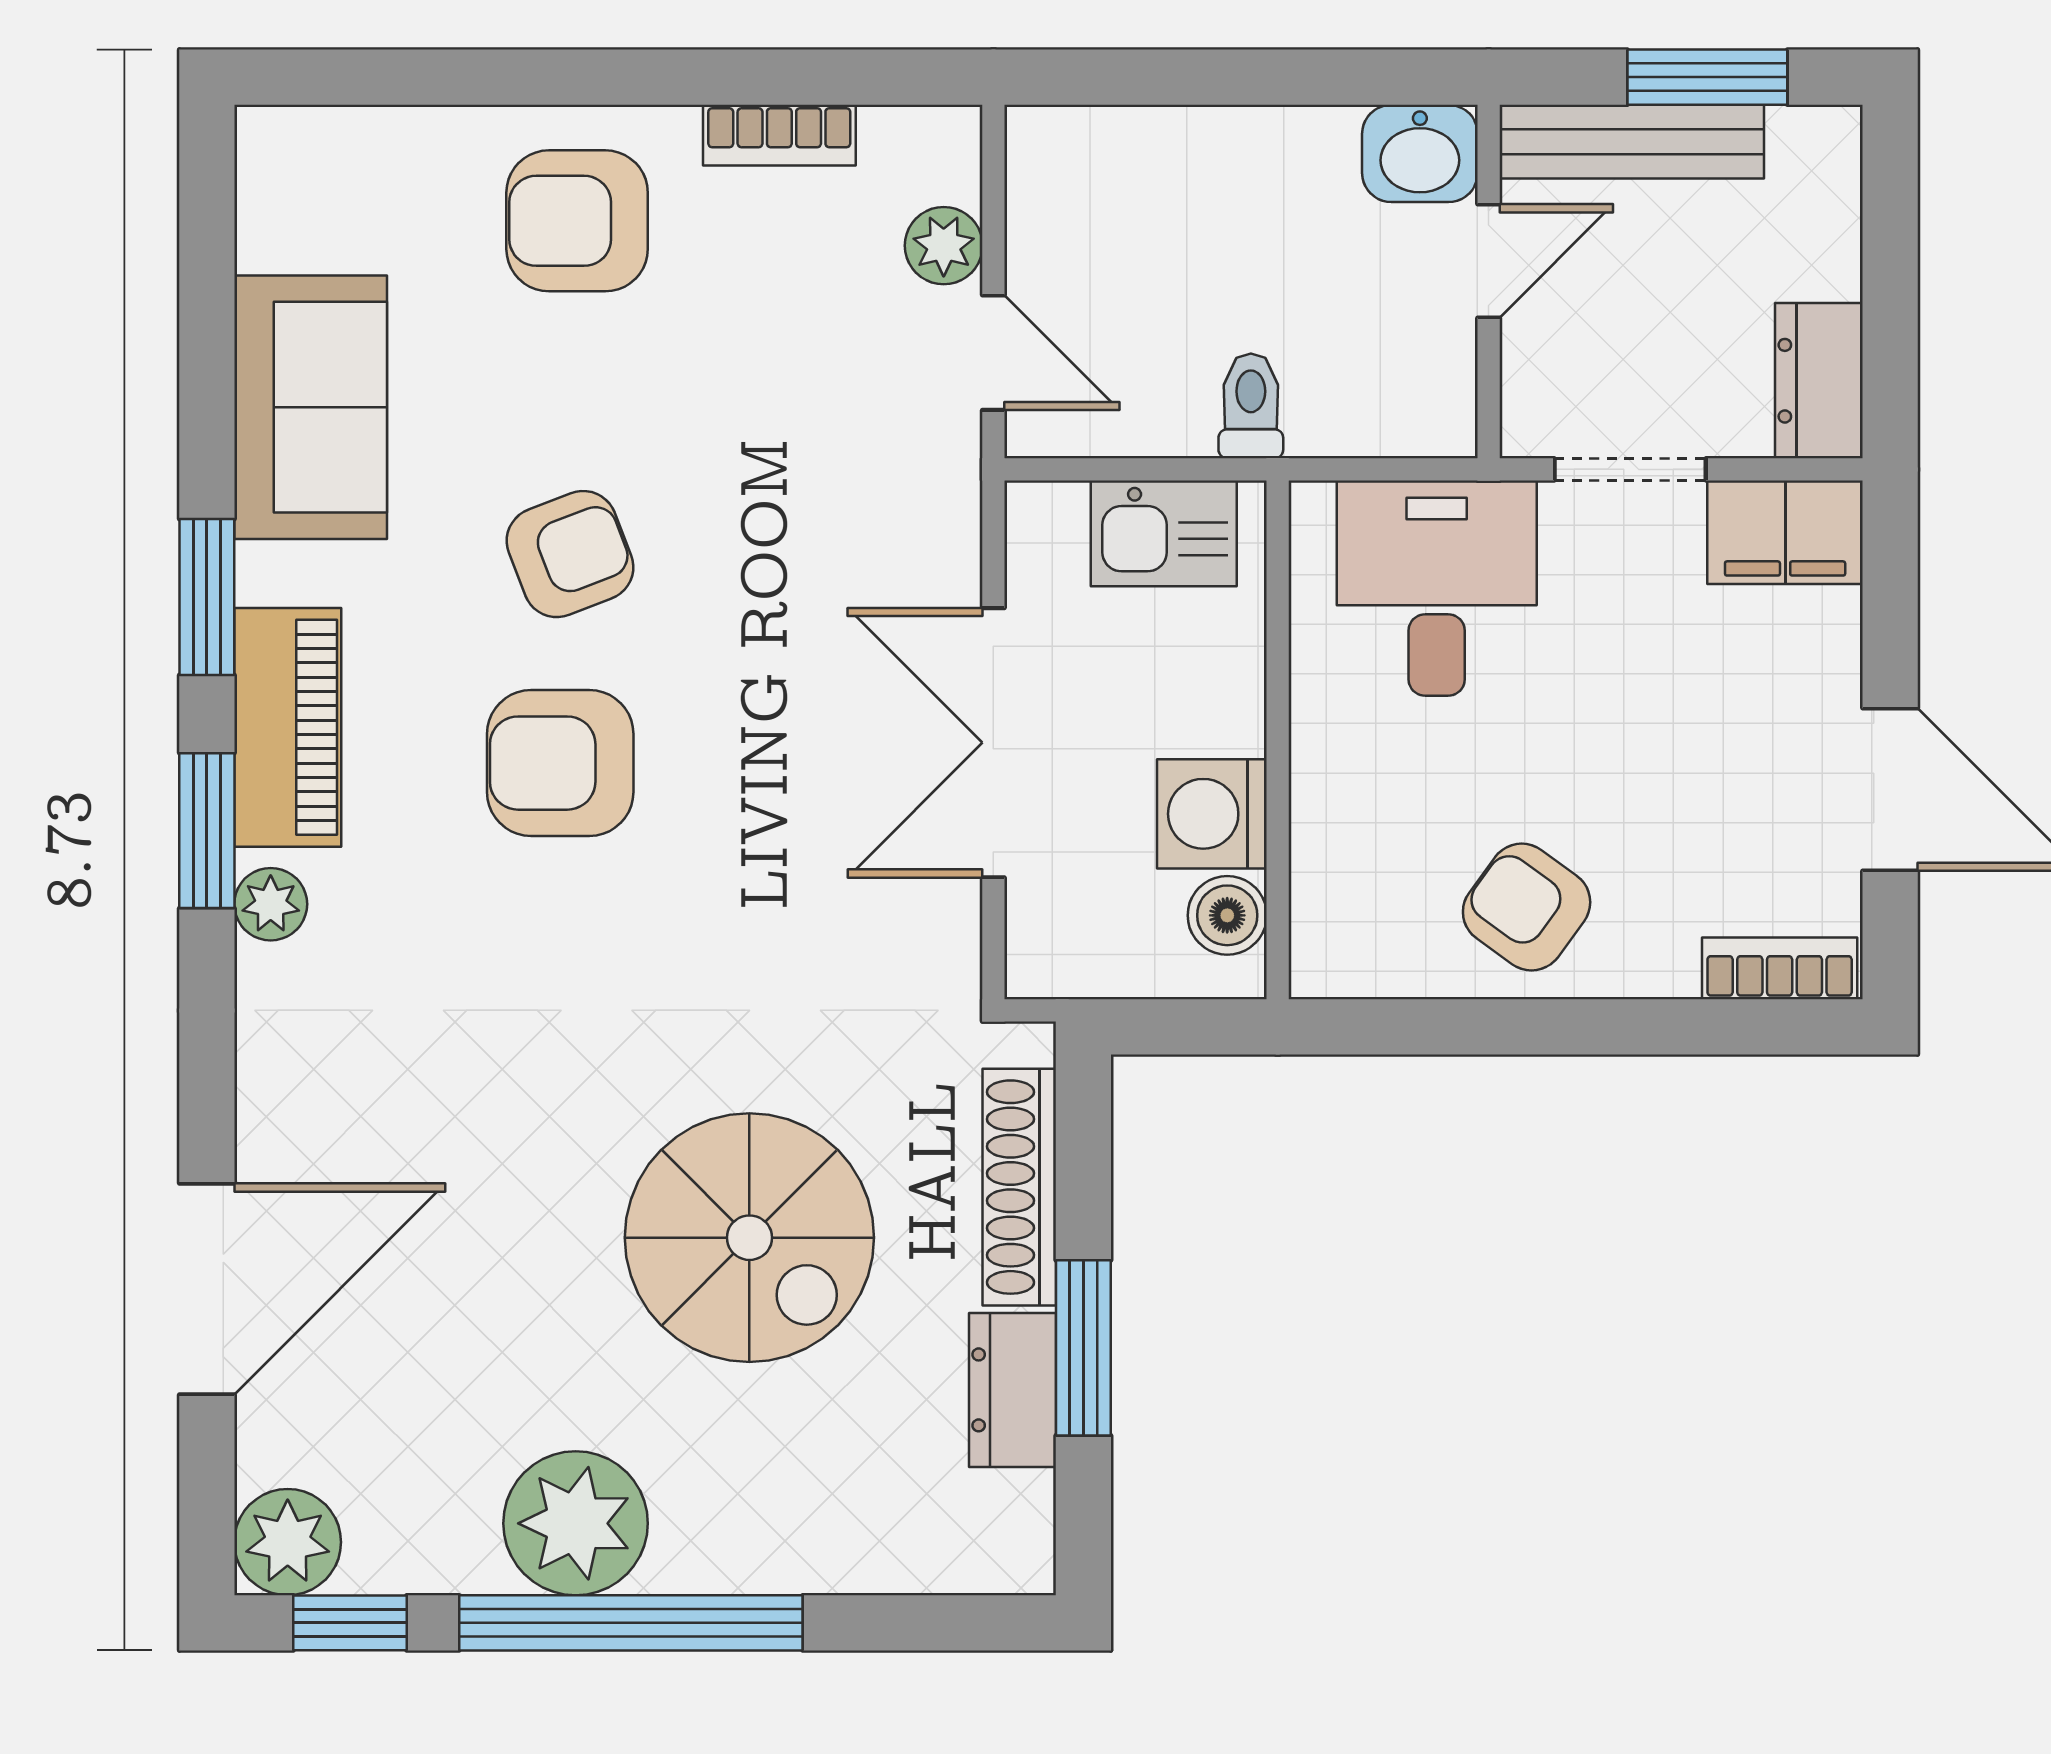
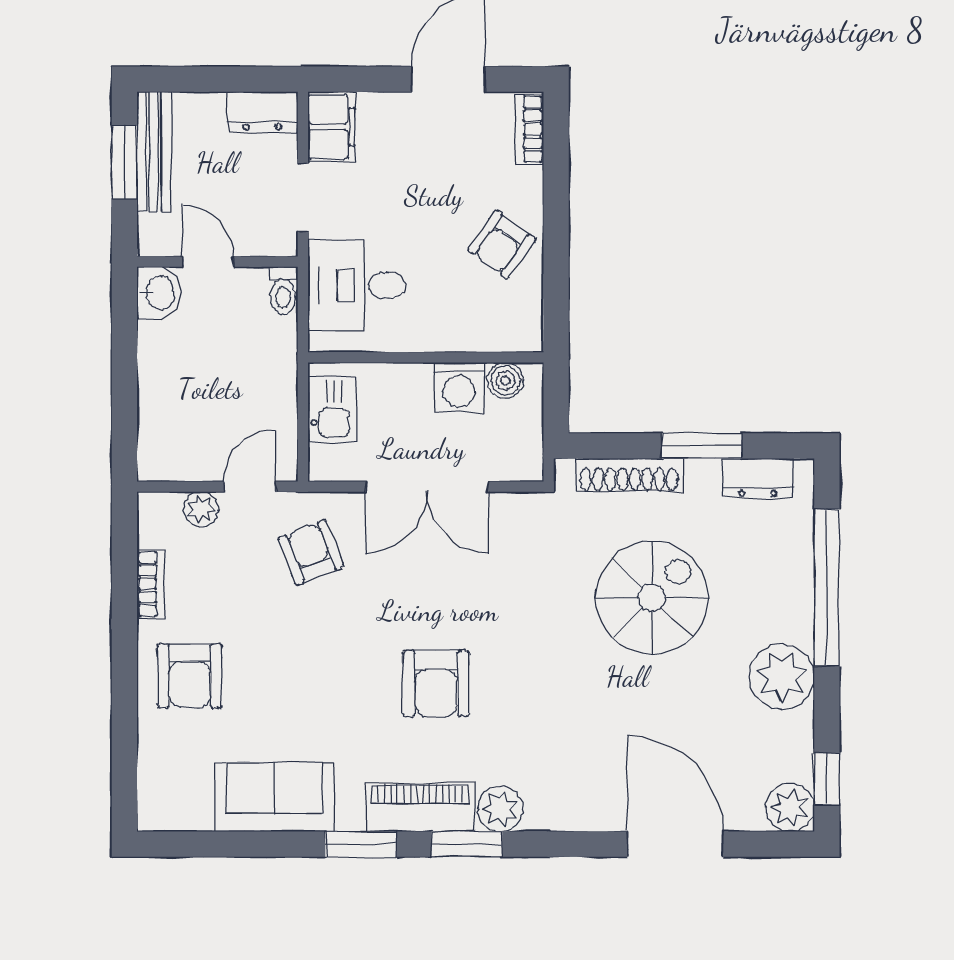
bench: (1632, 142) -> (154, 152), moved
toilet: (1251, 406) -> (283, 291), moved, turned -90
armchair: (570, 554) -> (311, 552), moved
plant: (271, 904) -> (500, 809), width x1.38, depth x1.38
dresser: (1012, 1390) -> (758, 478), moved
window: (631, 1623) -> (827, 587), moved

